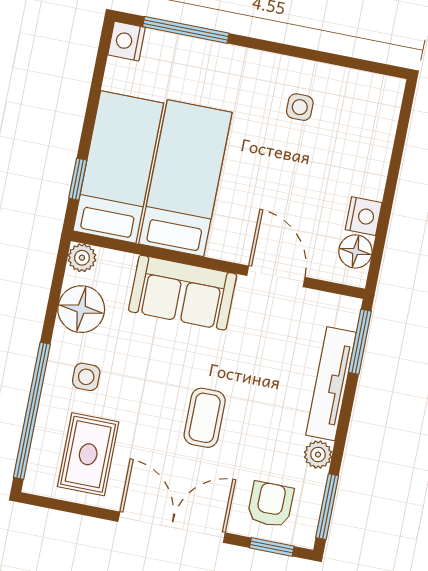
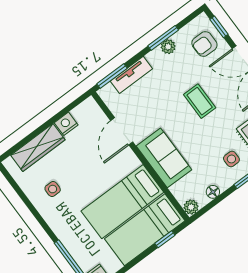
wardrobe: (373, 147) -> (38, 148), added
floor lamp: (355, 251) -> (82, 113), removed
floor lamp: (81, 309) -> (213, 192), width x0.53, depth x0.53
tv unit: (331, 384) -> (131, 75), width x0.71
coffee table: (205, 418) -> (200, 101), turned 90
window: (327, 507) -> (163, 38), moved

